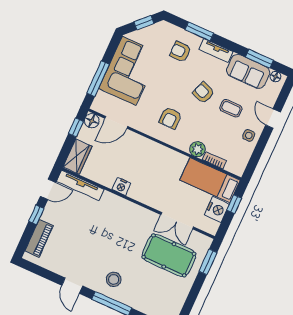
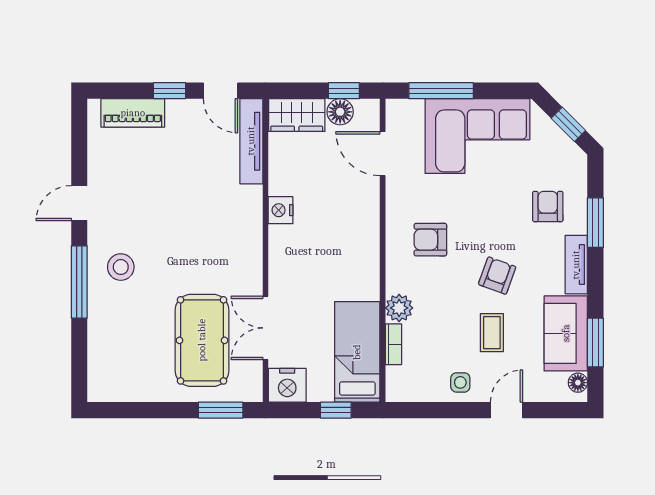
floor lamp: (92, 121) -> (340, 112), moved
nightstand: (217, 209) -> (287, 385), moved

